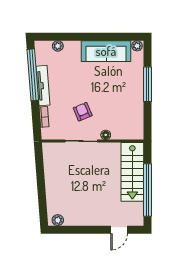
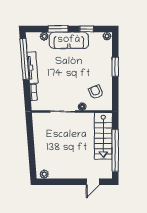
window: (75, 37) -> (58, 29), added
window: (111, 37) -> (87, 29), added
sofa: (106, 51) -> (69, 40), moved
window: (147, 84) -> (115, 67), width x0.69
armchair: (83, 112) -> (96, 92), moved

